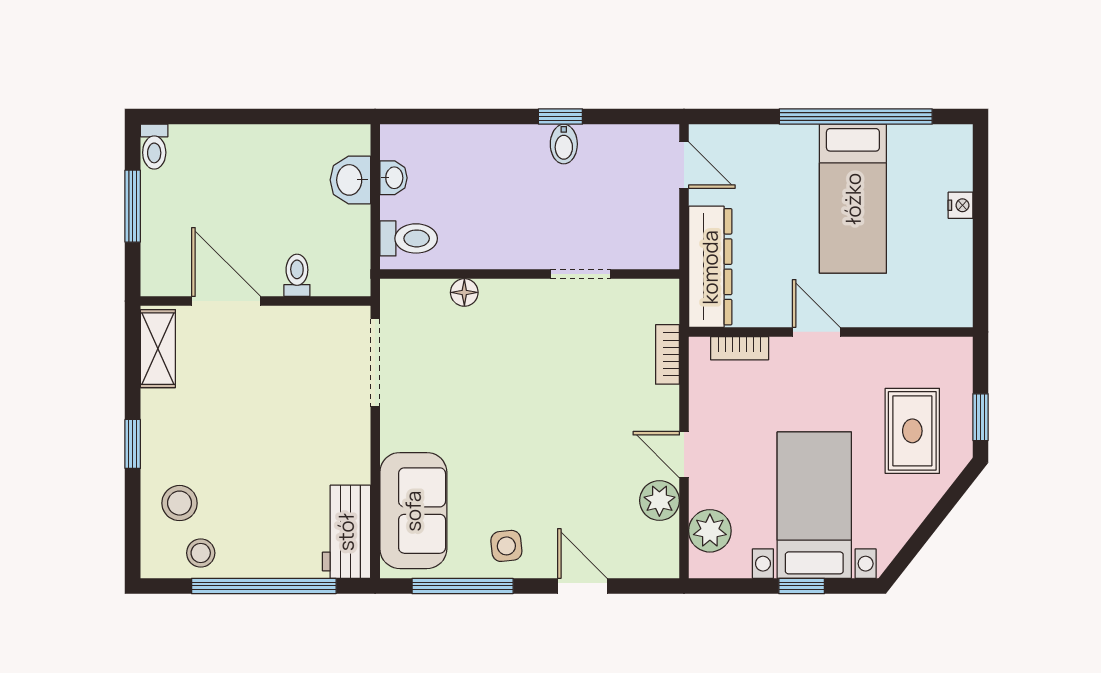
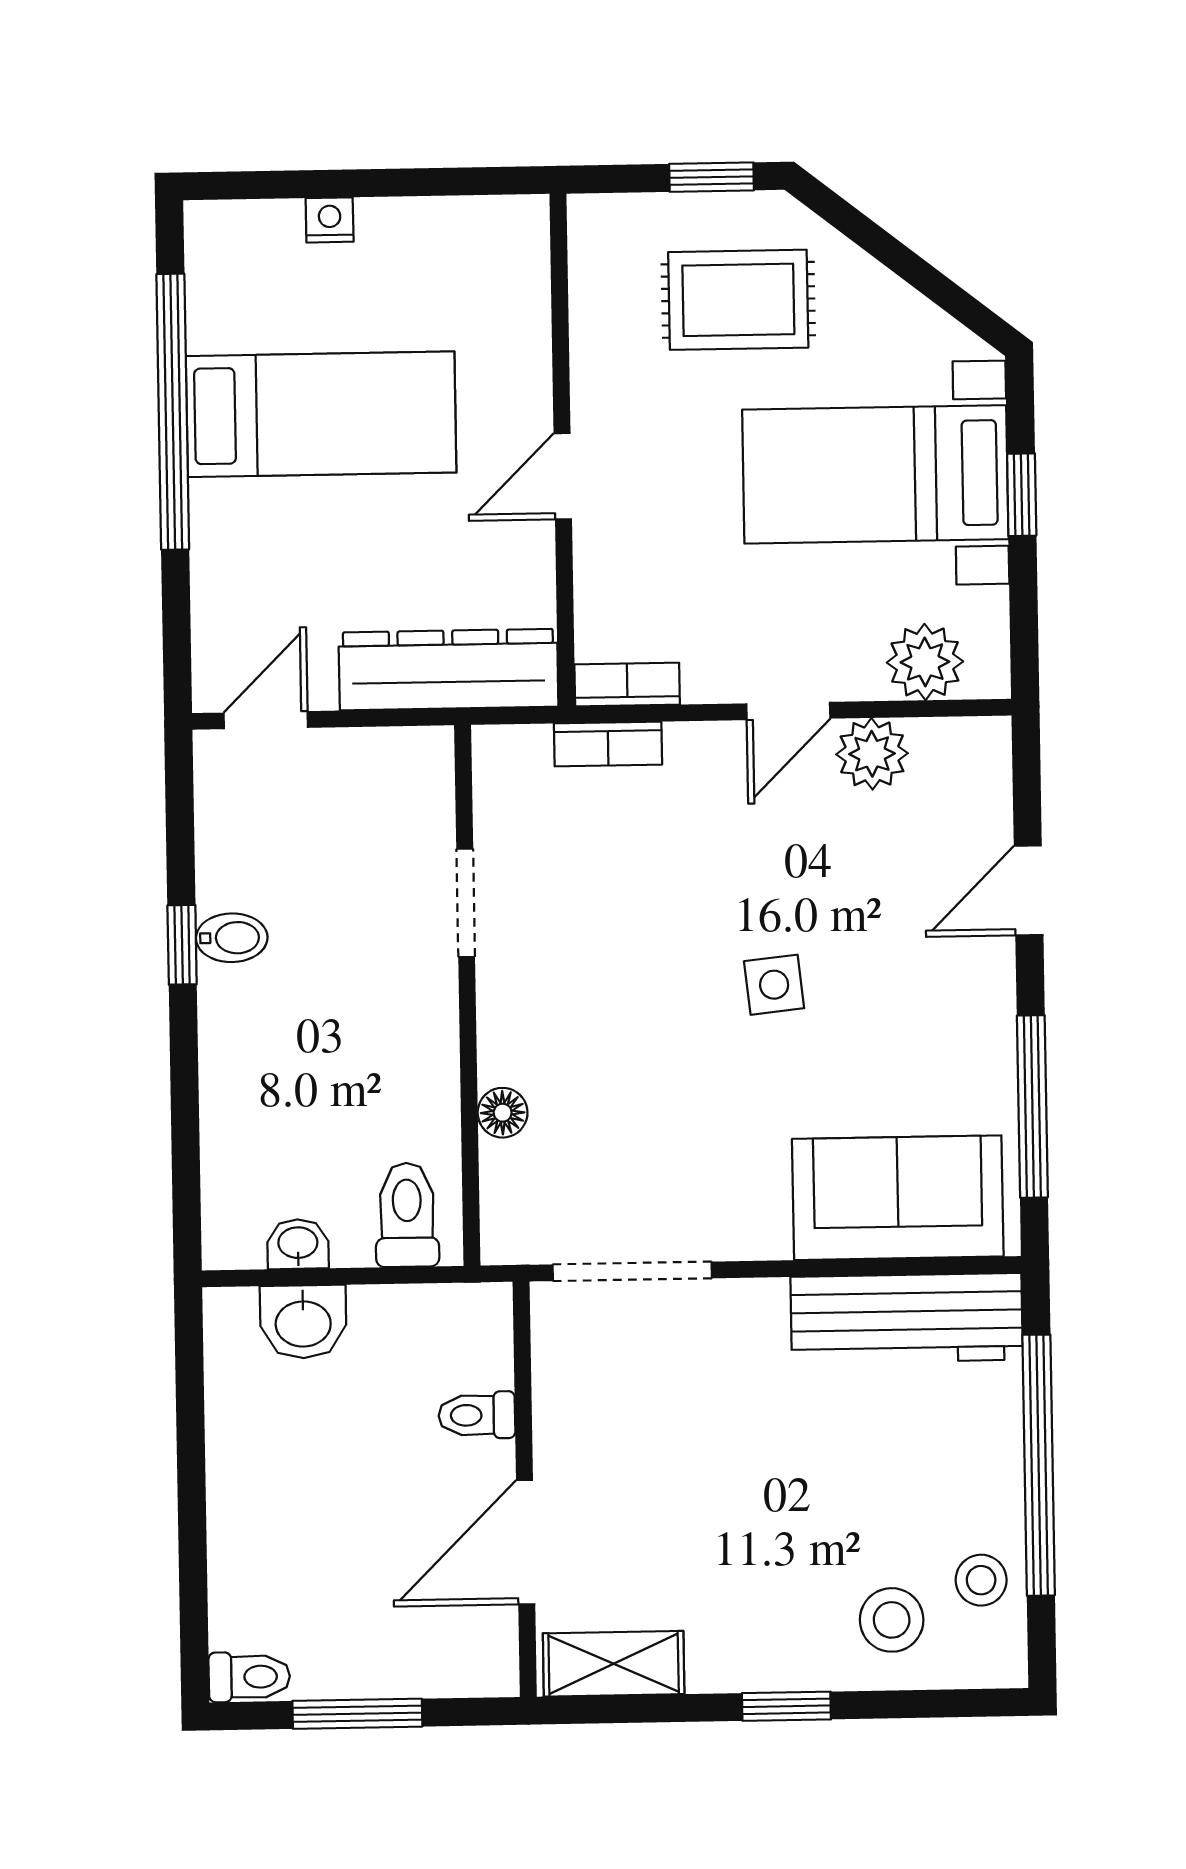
bookcase: (740, 348) -> (627, 685), moved, turned -90
workbench: (346, 532) -> (907, 1318), width x1.38
side table: (506, 546) -> (774, 985), moved

